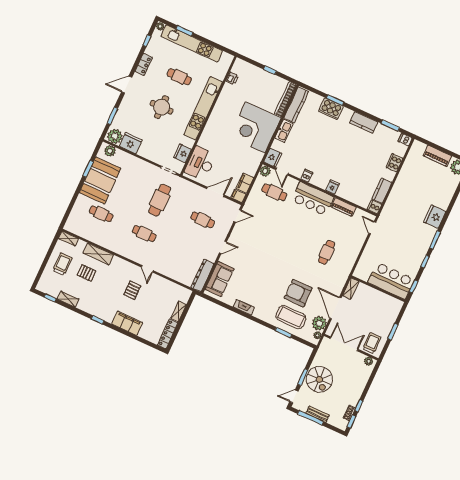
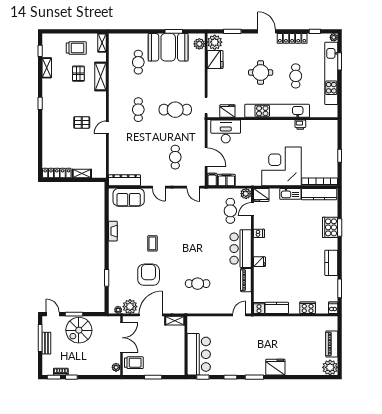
locker: (144, 64) -> (292, 38), width x1.53
printer: (232, 78) -> (300, 125), moved
coffee table: (291, 317) -> (152, 243), moved, width x0.54, depth x0.58
filing cabinet: (127, 323) -> (49, 132), removed

